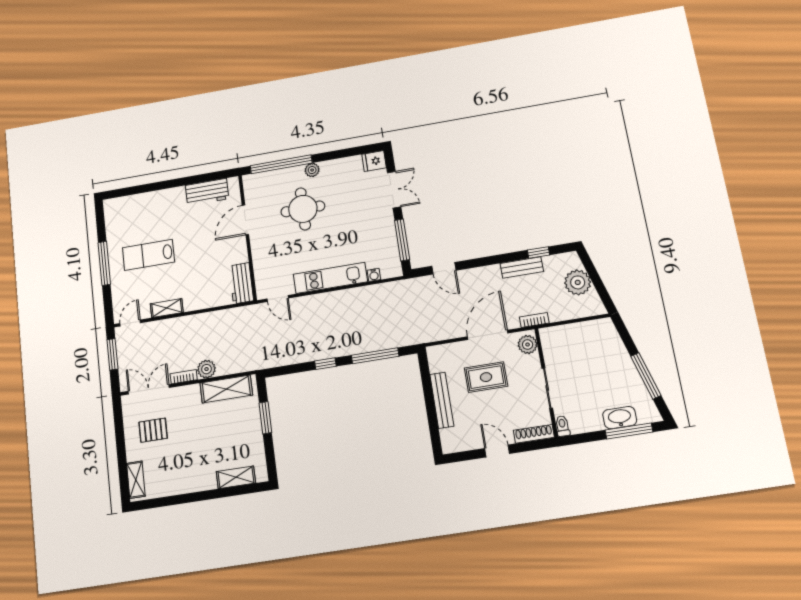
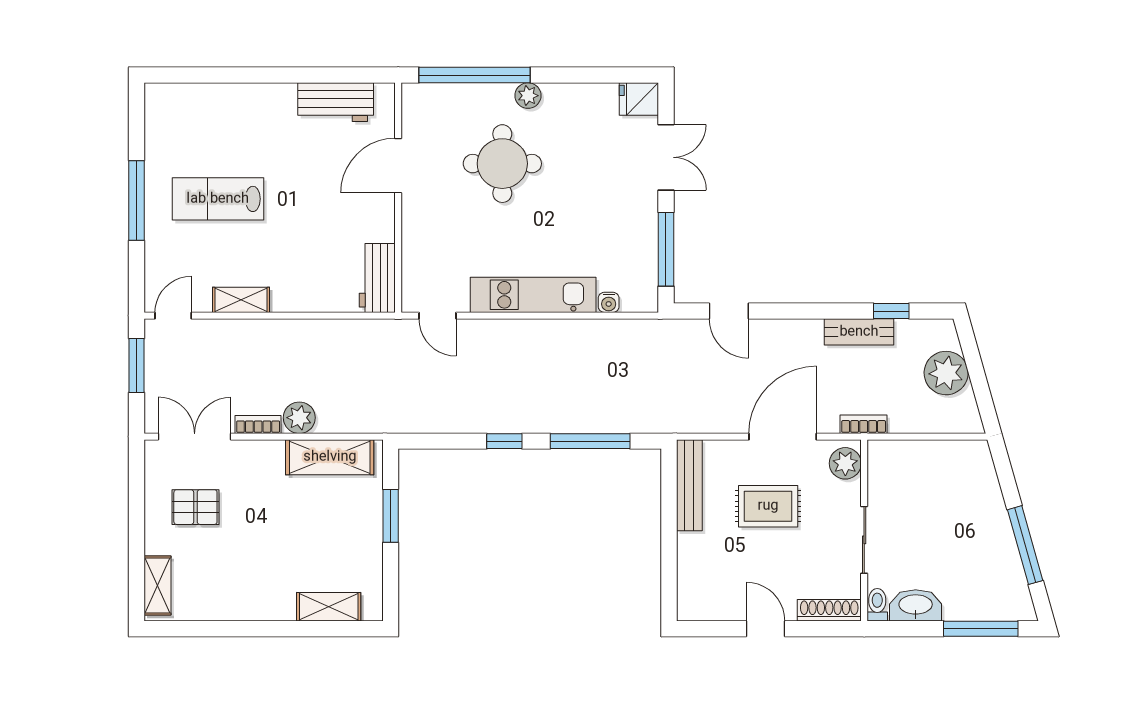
bench: (442, 400) -> (689, 485), moved
washbasin: (620, 418) -> (916, 605), moved

